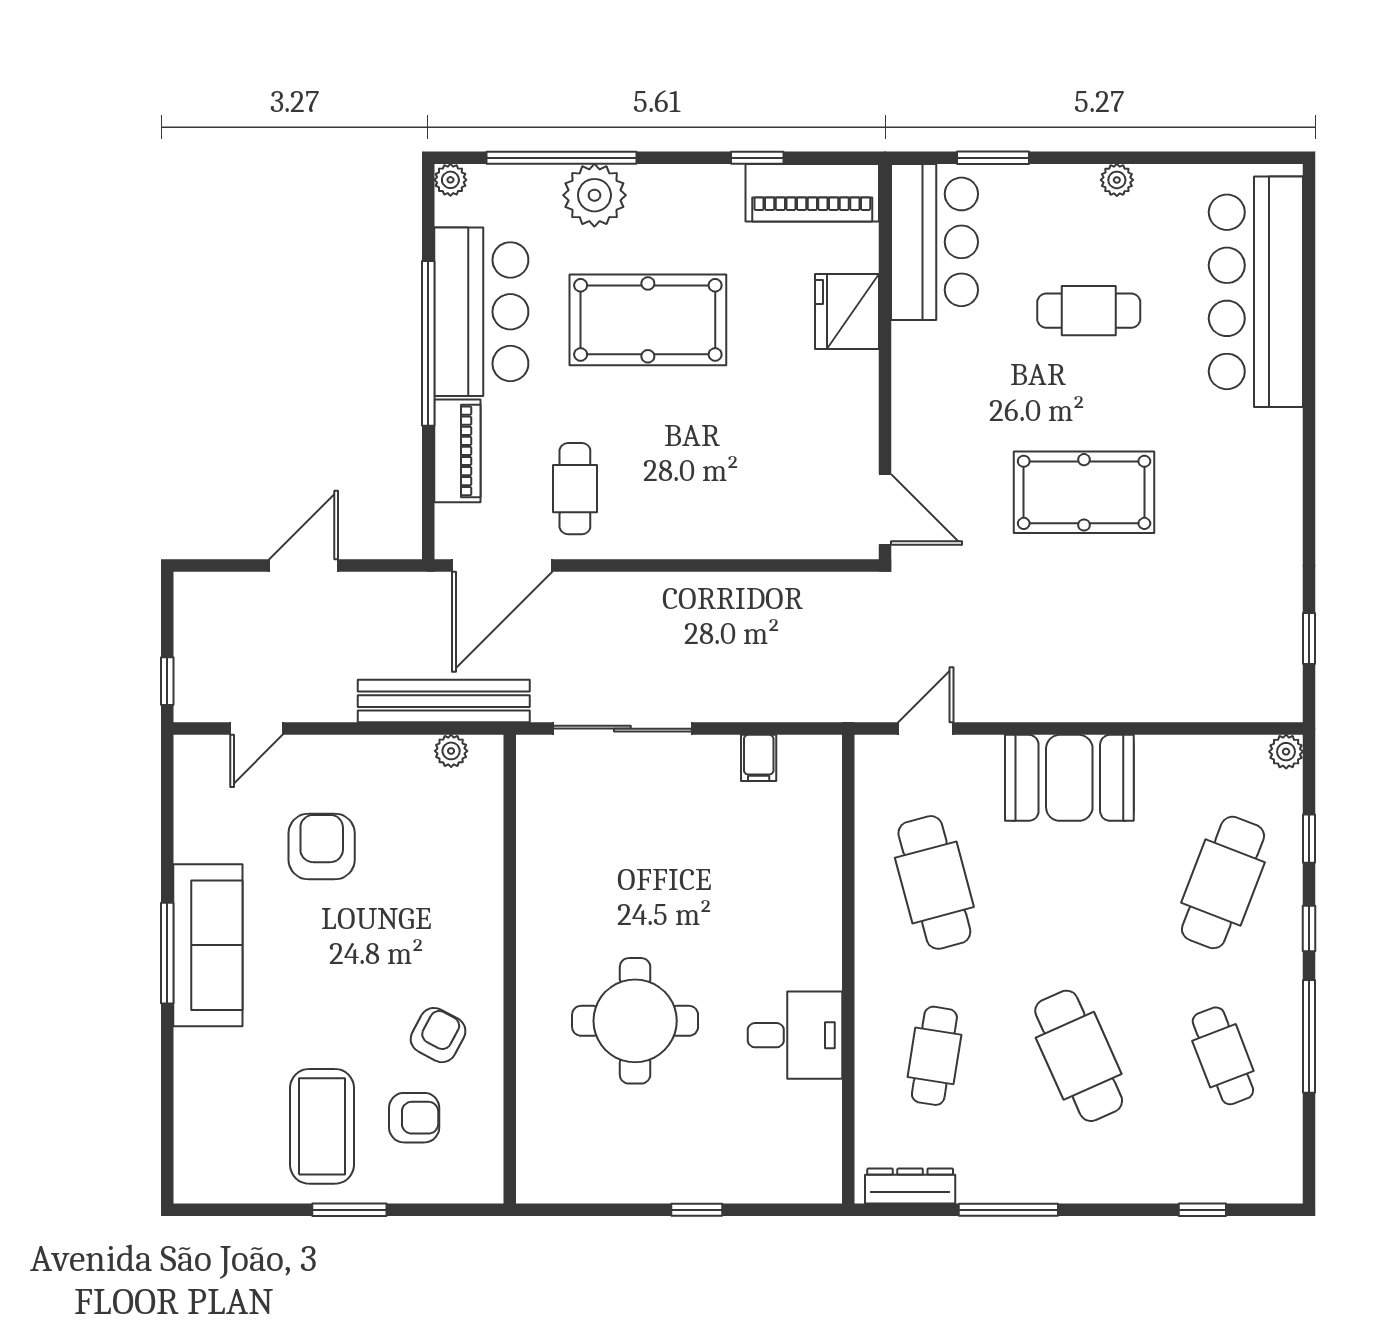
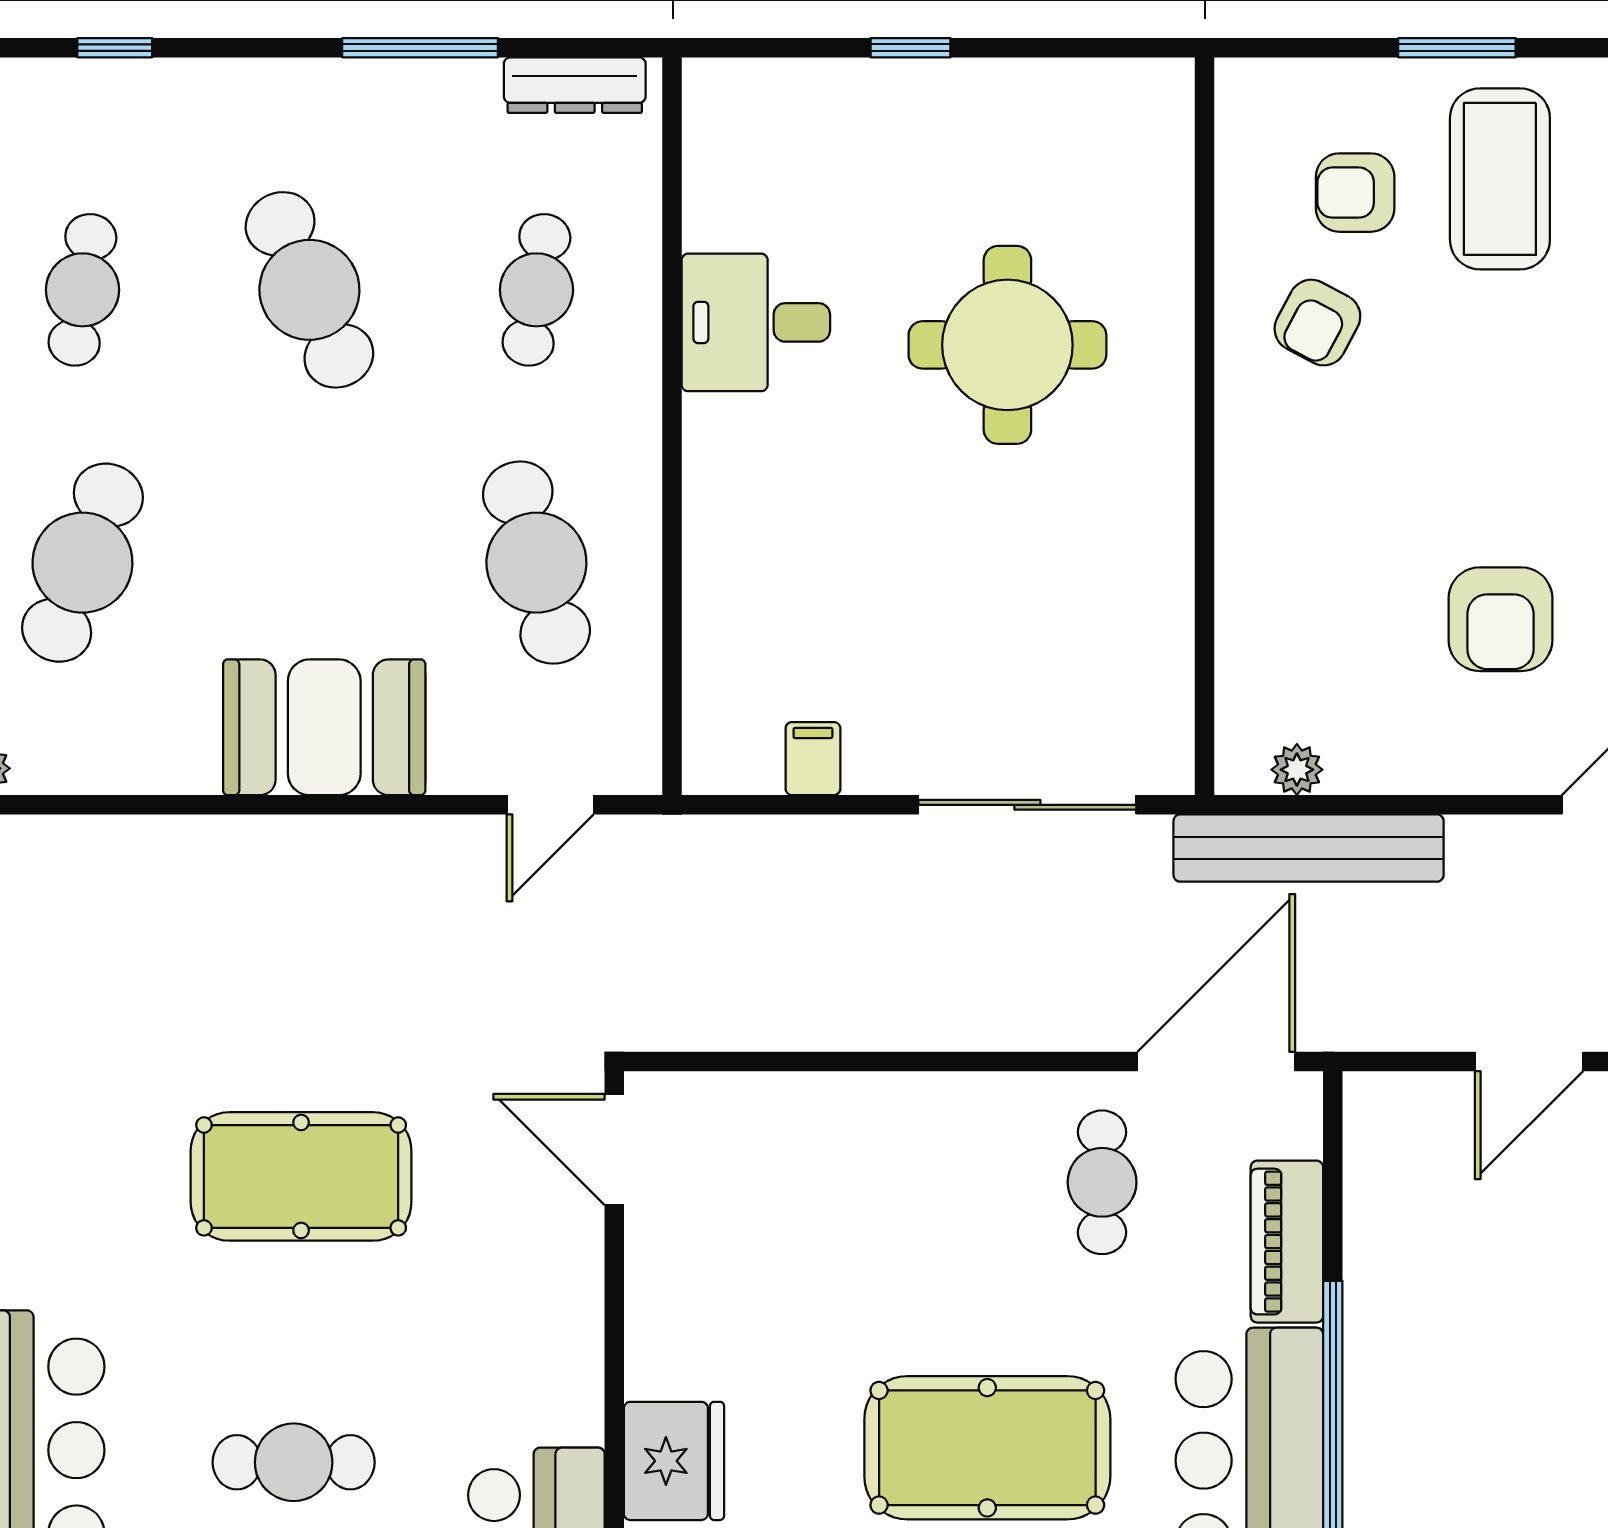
cafe table: (1223, 1056) -> (82, 290), turned 30

